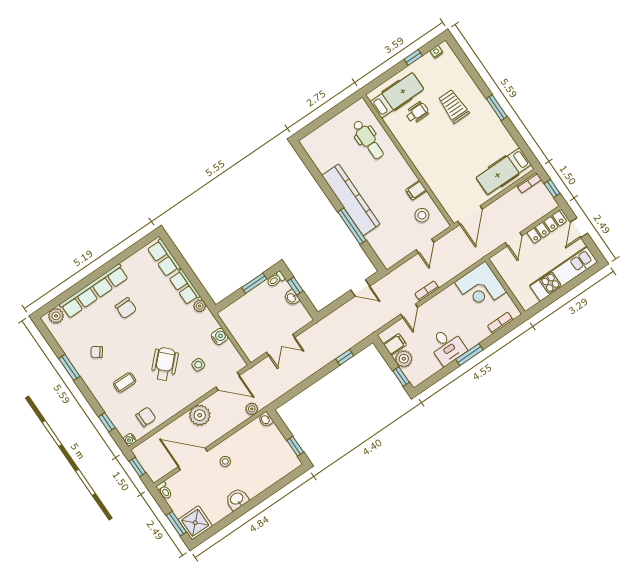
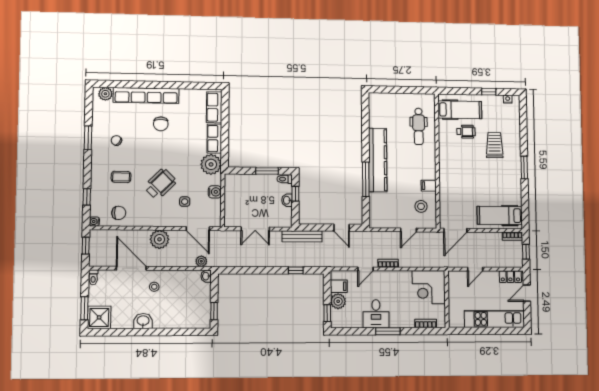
locker: (547, 227) -> (510, 277), width x0.66
plant: (200, 306) -> (211, 164), width x1.88, depth x1.88
bench: (329, 322) -> (302, 236), added

